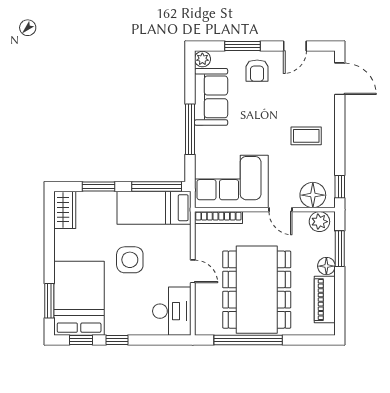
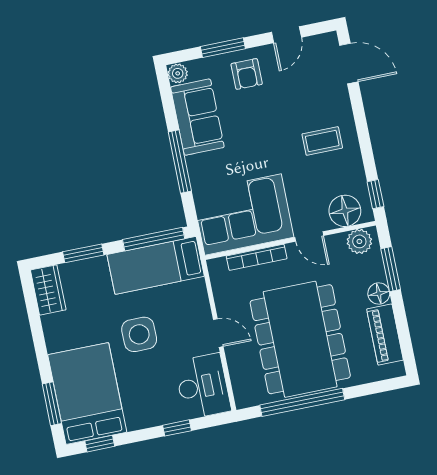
bookcase: (218, 218) -> (257, 257), moved
window: (117, 340) -> (177, 428), moved

